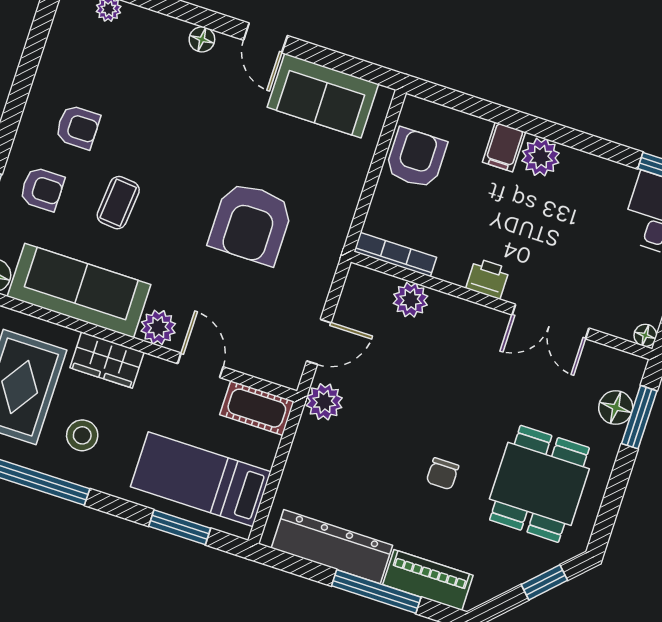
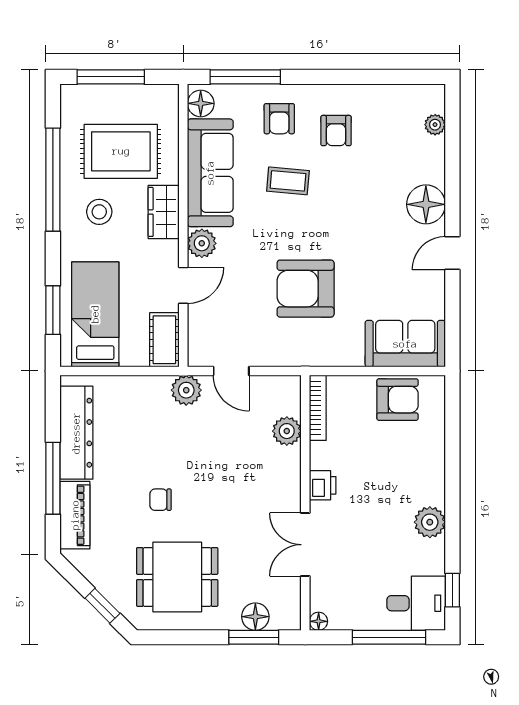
floor lamp: (202, 39) -> (426, 204), width x1.89, depth x1.89
sofa: (323, 96) -> (405, 344), moved, turned 90
filing cabinet: (504, 147) -> (428, 465), removed
plant: (541, 157) -> (430, 522), moved

